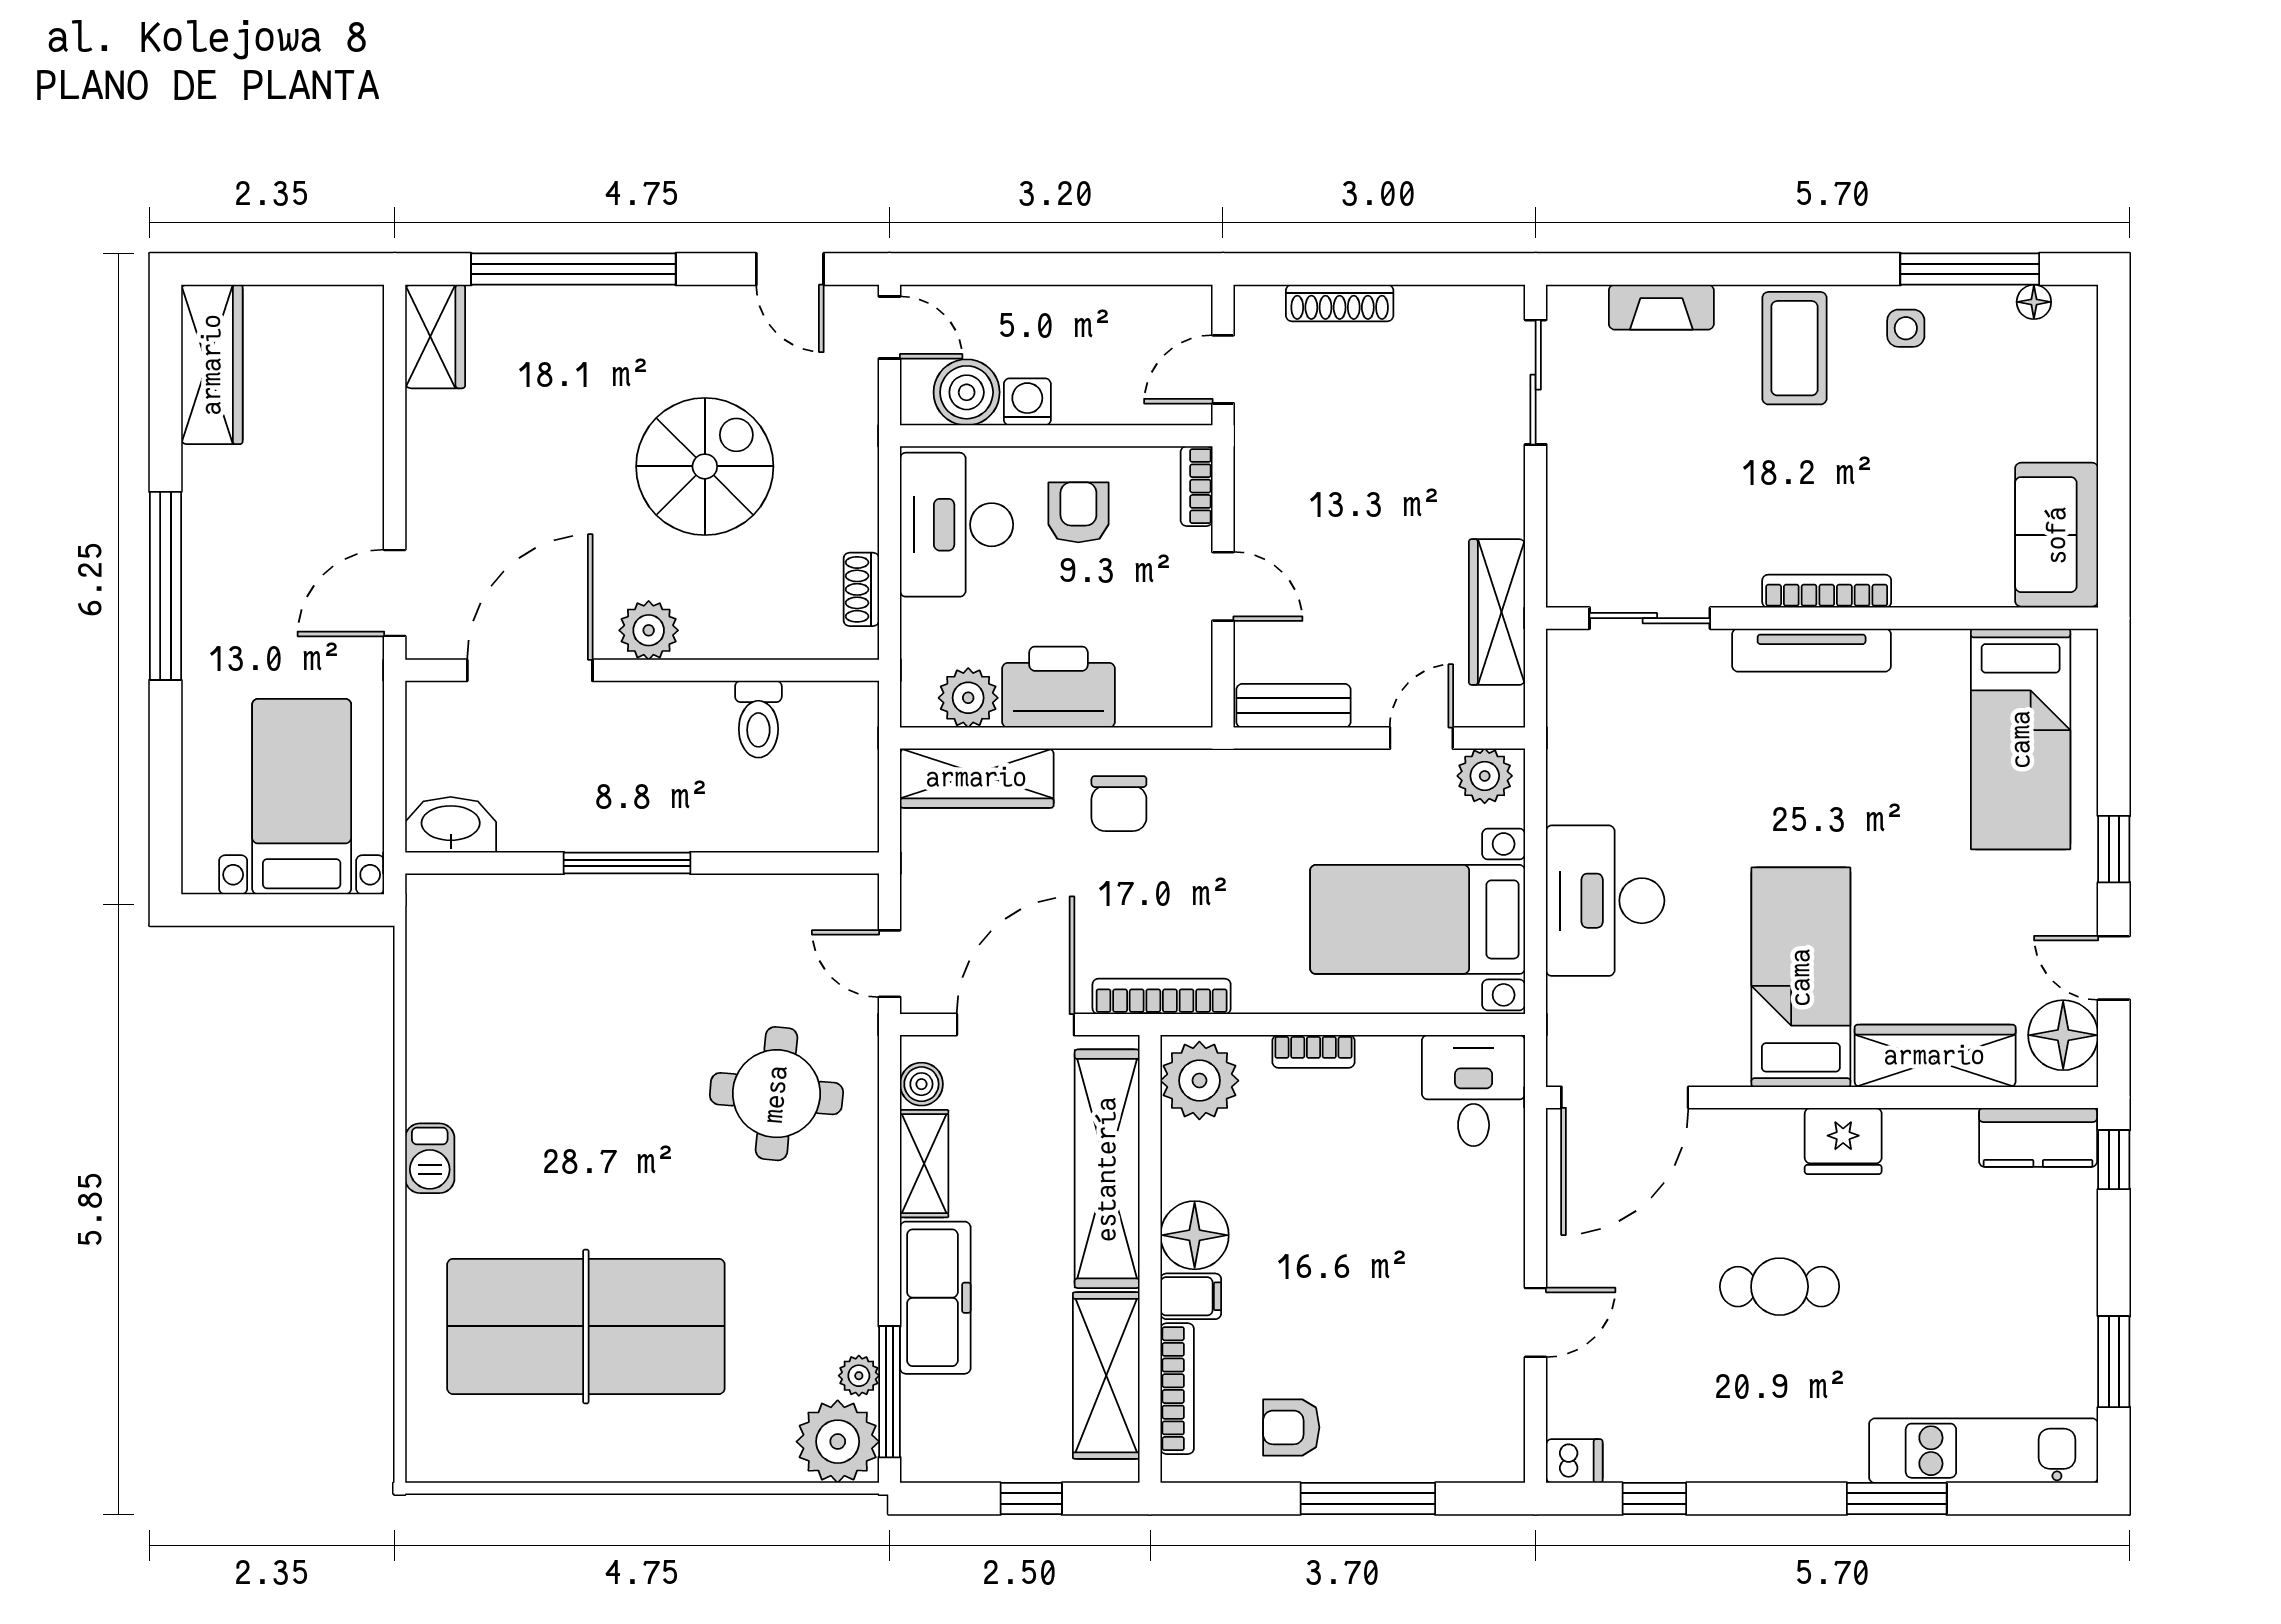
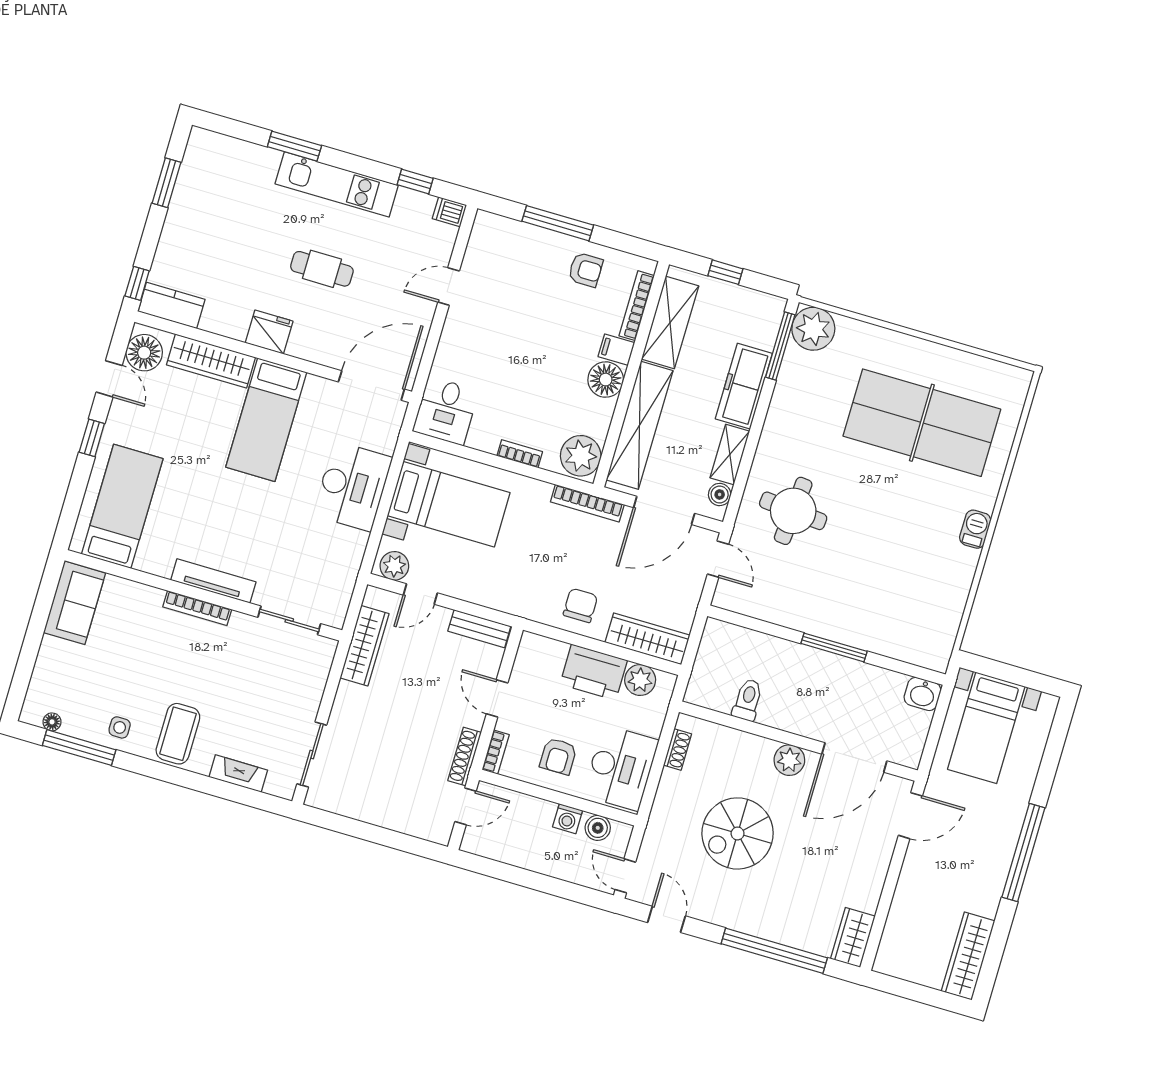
shoe rack: (1340, 303) -> (465, 756), moved, turned -90
boiler: (967, 392) -> (598, 828), width x0.73, depth x0.73
washbasin: (451, 825) -> (923, 694), width x0.72
plant: (859, 1376) -> (793, 358), removed
kitchen unit: (1984, 1451) -> (337, 184), moved

